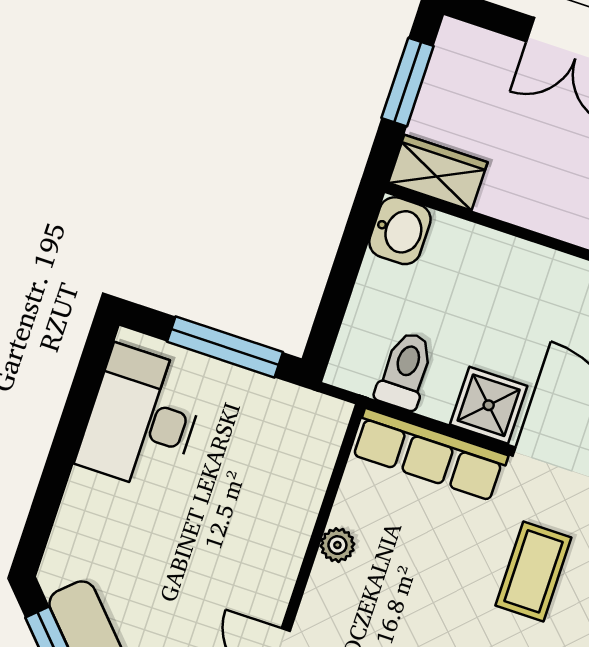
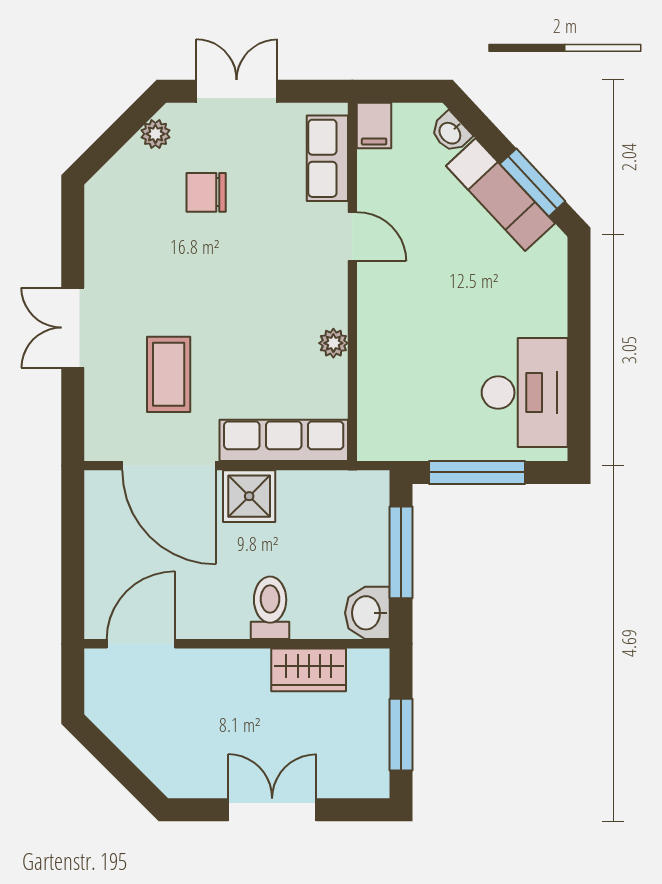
wardrobe: (438, 173) -> (309, 670), moved
window: (340, 286) -> (401, 552), added
toilet: (405, 371) -> (270, 608), moved, turned 180

